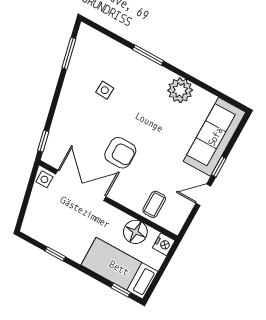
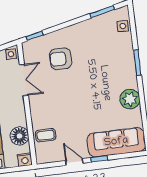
side table: (105, 90) -> (123, 26), moved
armchair: (120, 153) -> (61, 59), moved, turned 90
double door: (81, 185) -> (24, 80), width x0.73

